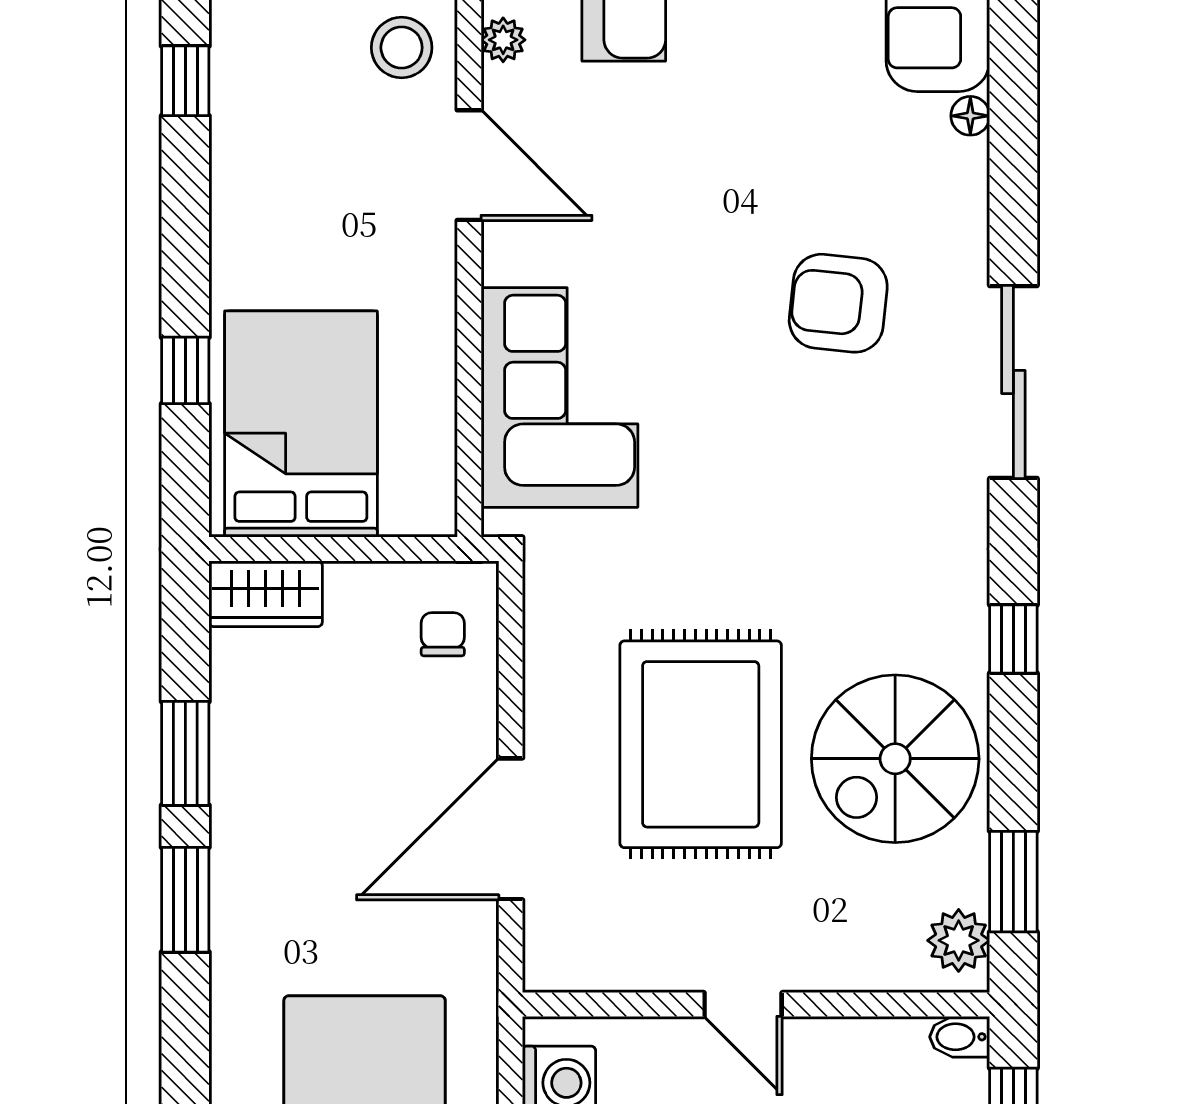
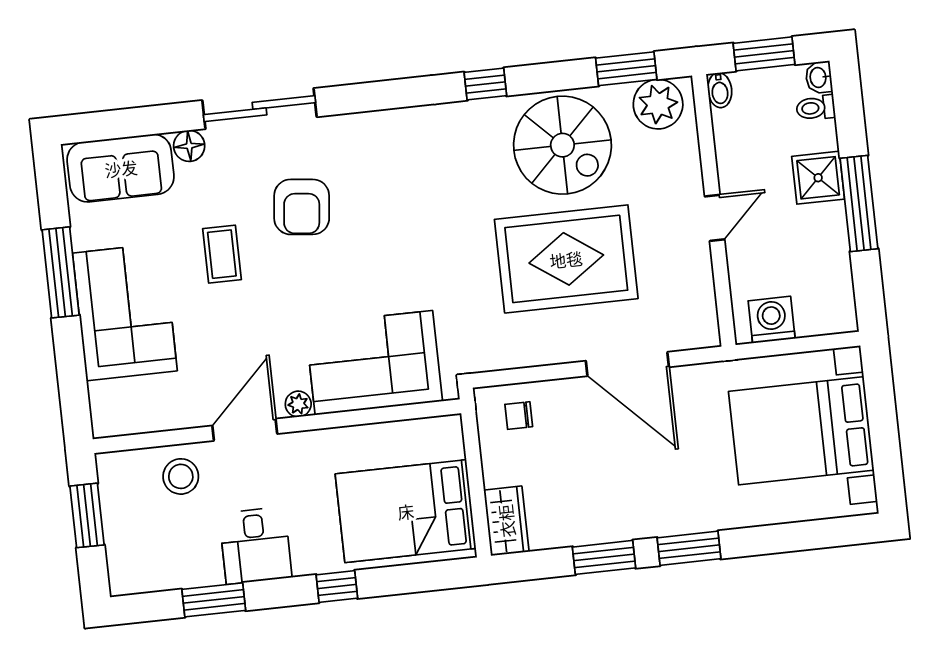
plant: (503, 40) -> (298, 404), moved
window: (185, 81) -> (214, 600), width x1.50
floor lamp: (970, 116) -> (189, 146), width x1.37, depth x1.37
coffee table: (773, 159) -> (222, 254), added
desk: (270, 162) -> (255, 545), added
window: (185, 370) -> (337, 587), moved
sliding door: (1013, 382) -> (260, 109), moved
plant: (959, 940) -> (658, 104), width x1.36, depth x1.36

